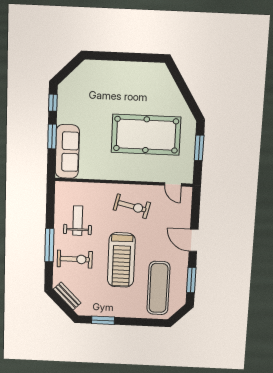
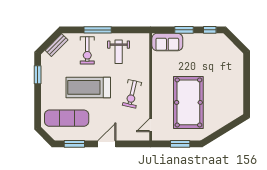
sofa: (67, 151) -> (167, 42), width x0.73
weight bench: (78, 221) -> (119, 52), turned 90

